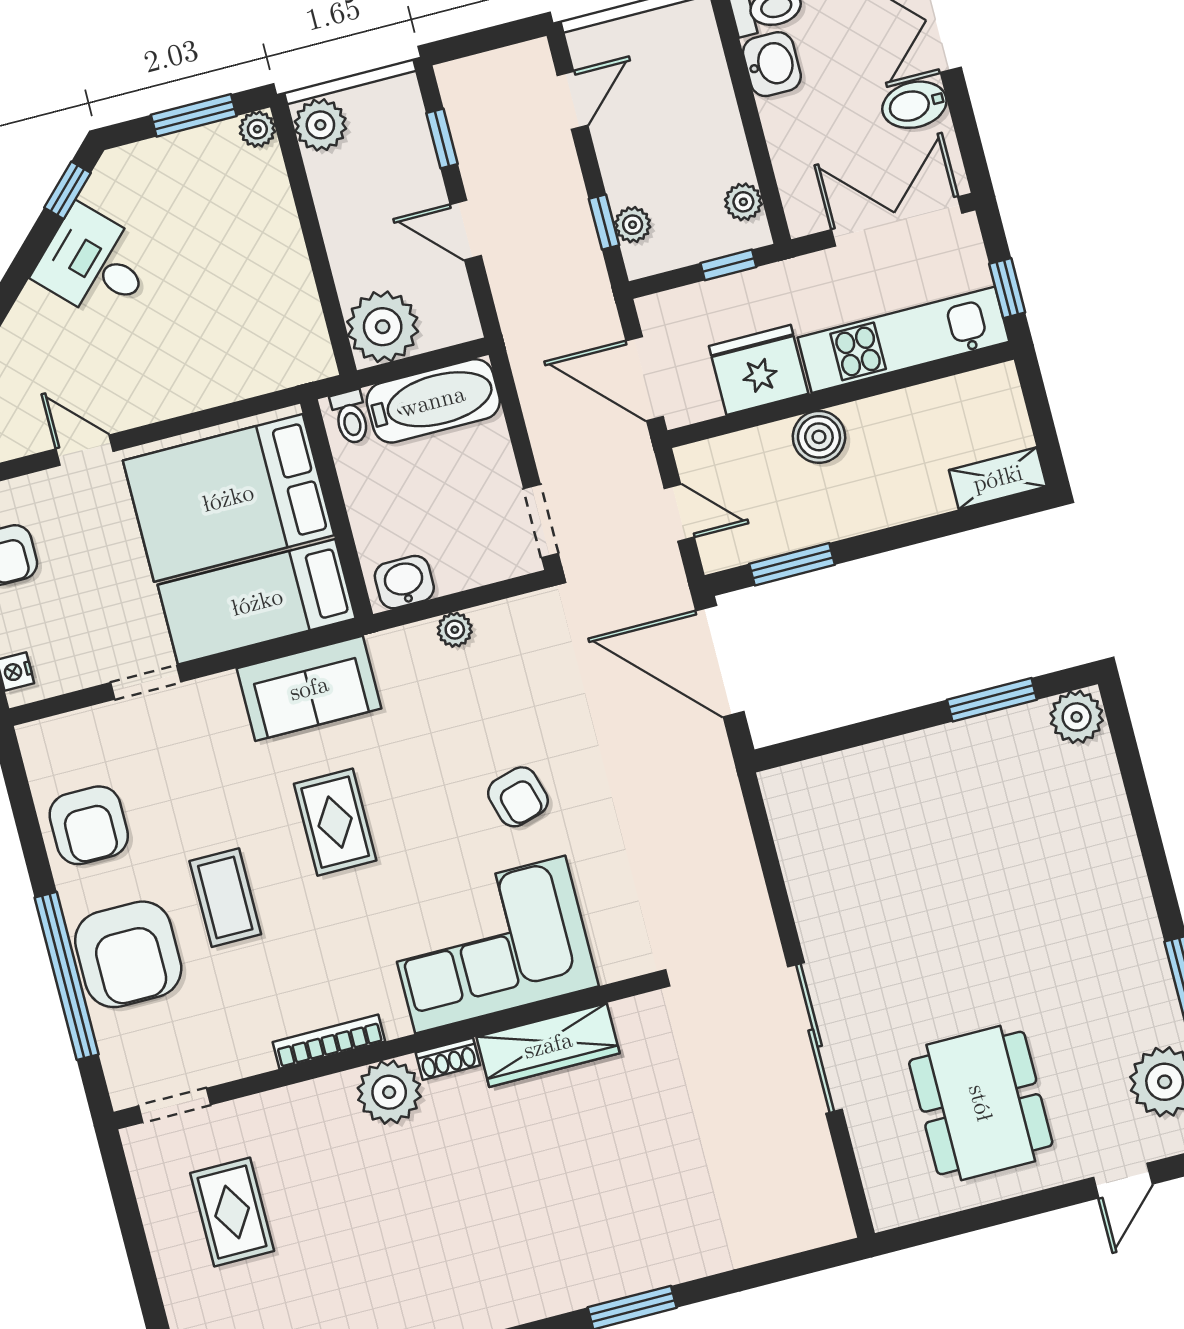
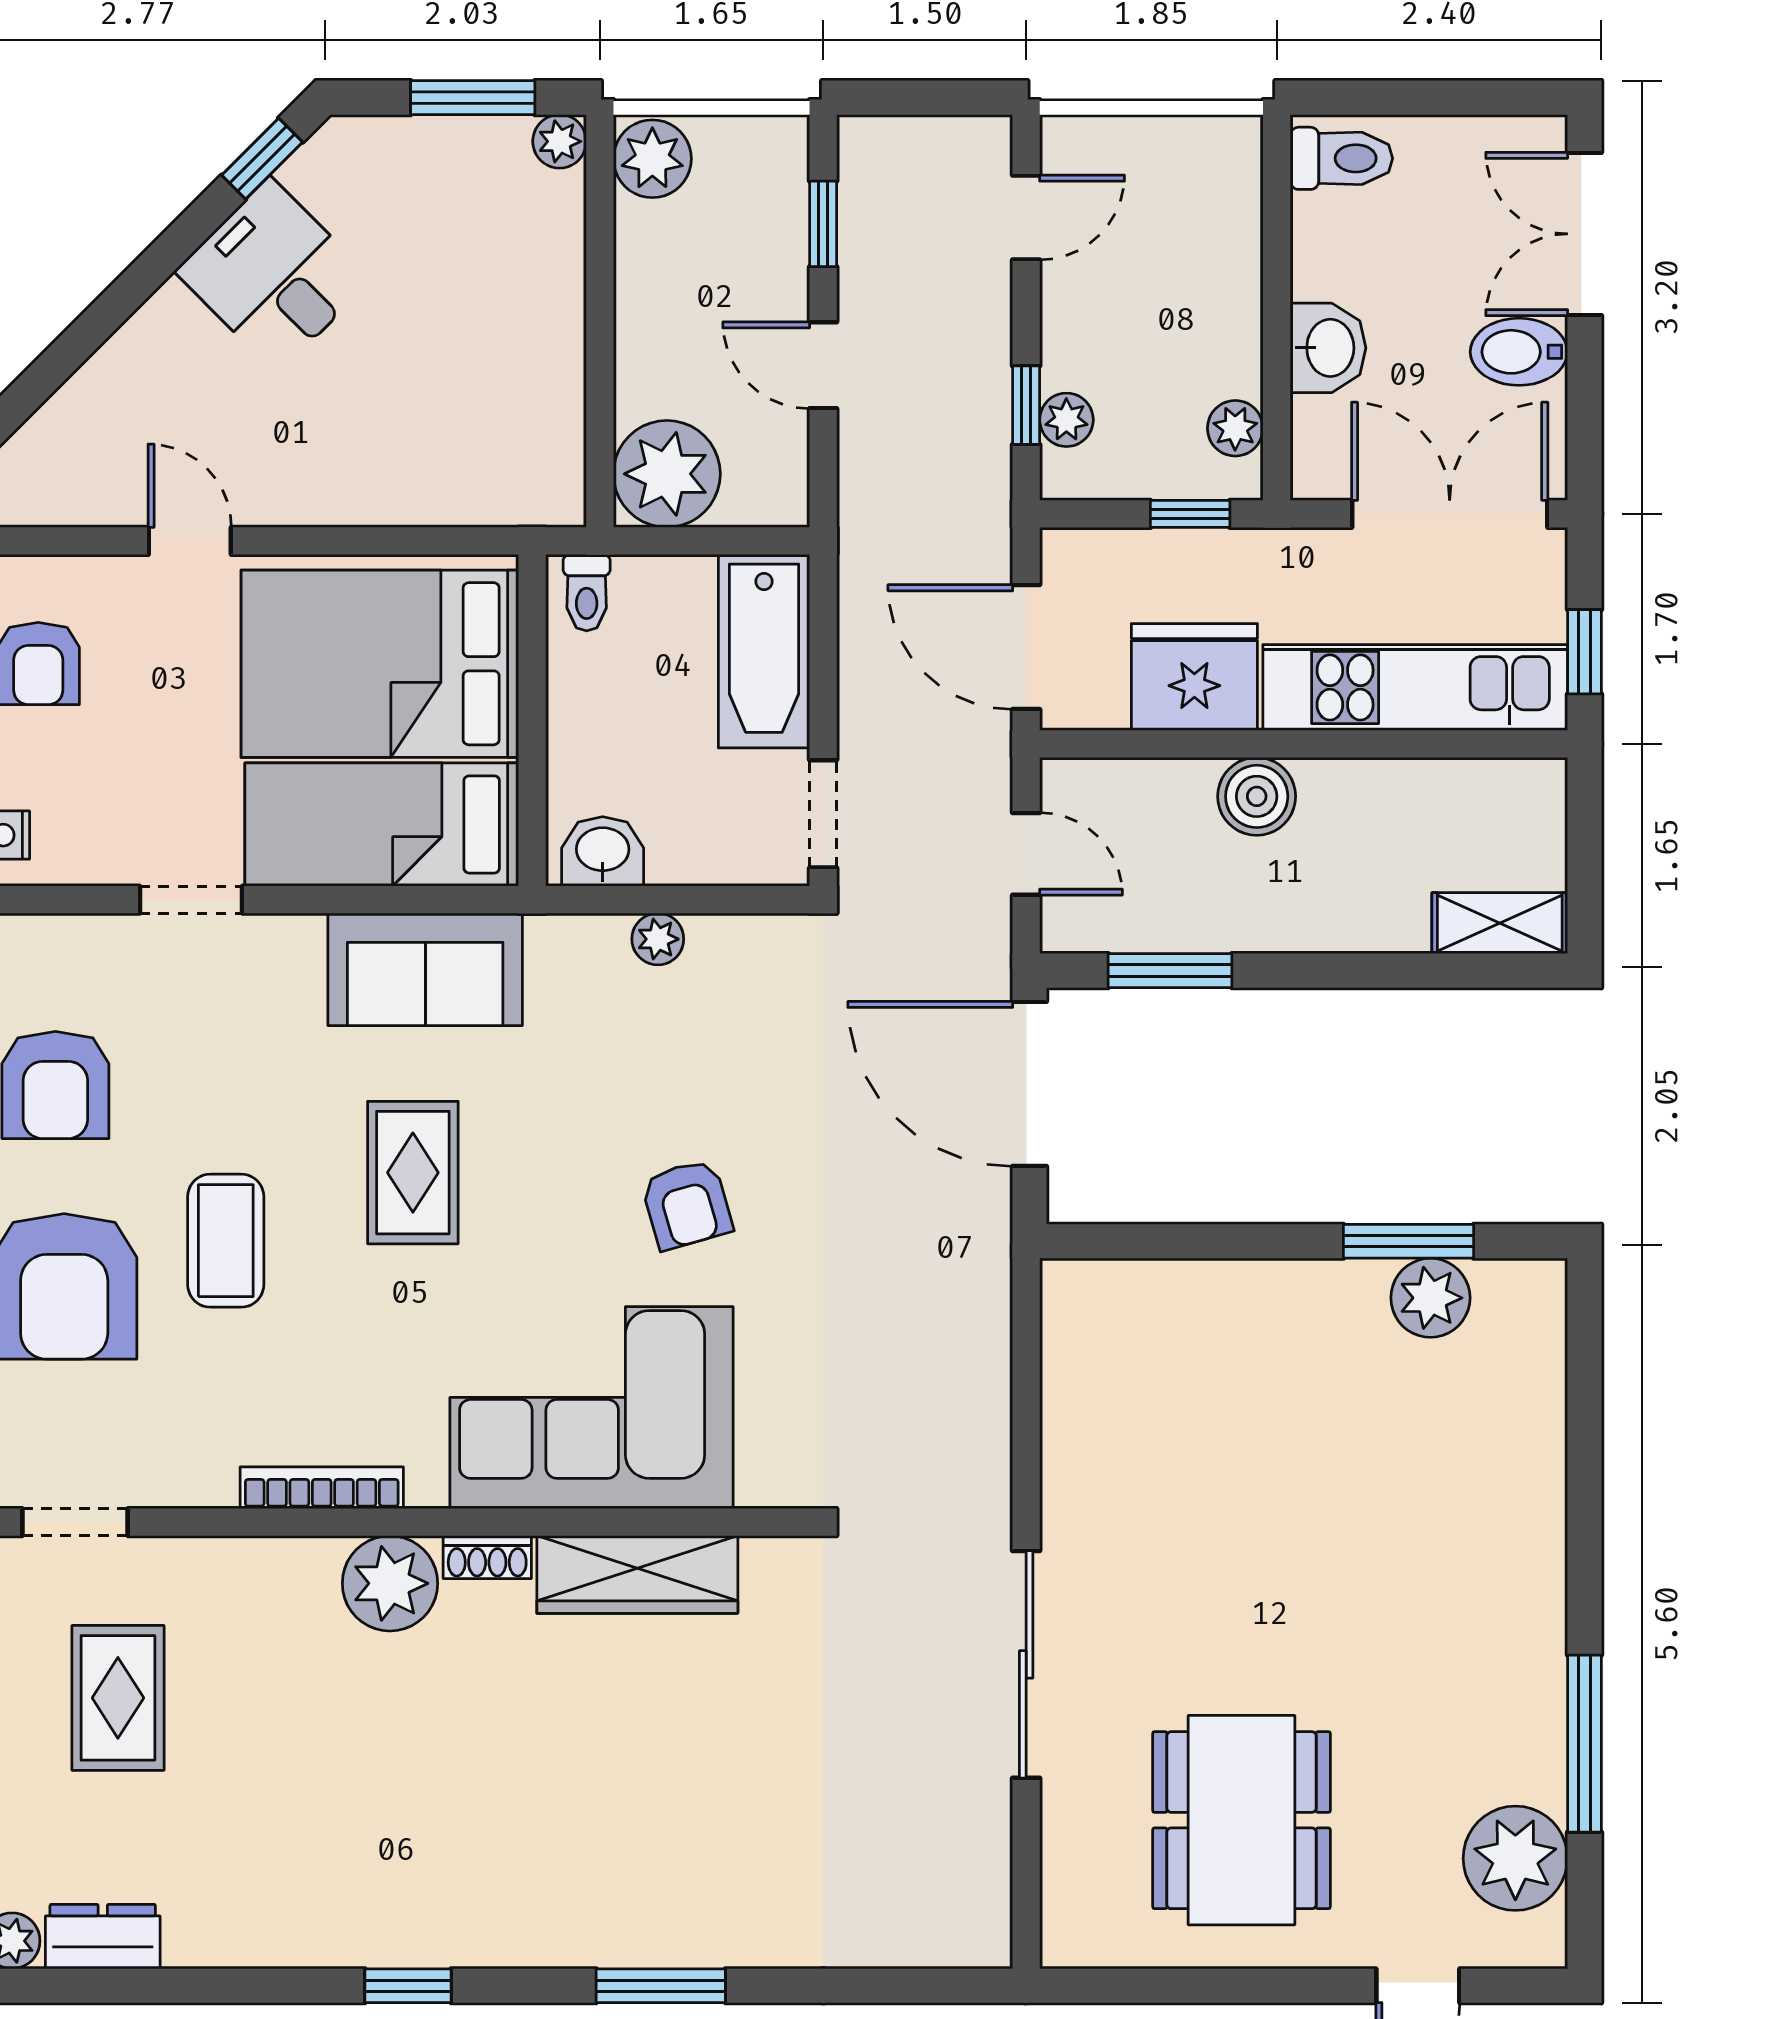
washbasin: (772, 64) -> (1328, 348), moved
bathtub: (433, 401) -> (764, 651), moved, turned 90
plant: (1077, 717) -> (1430, 1298), moved

